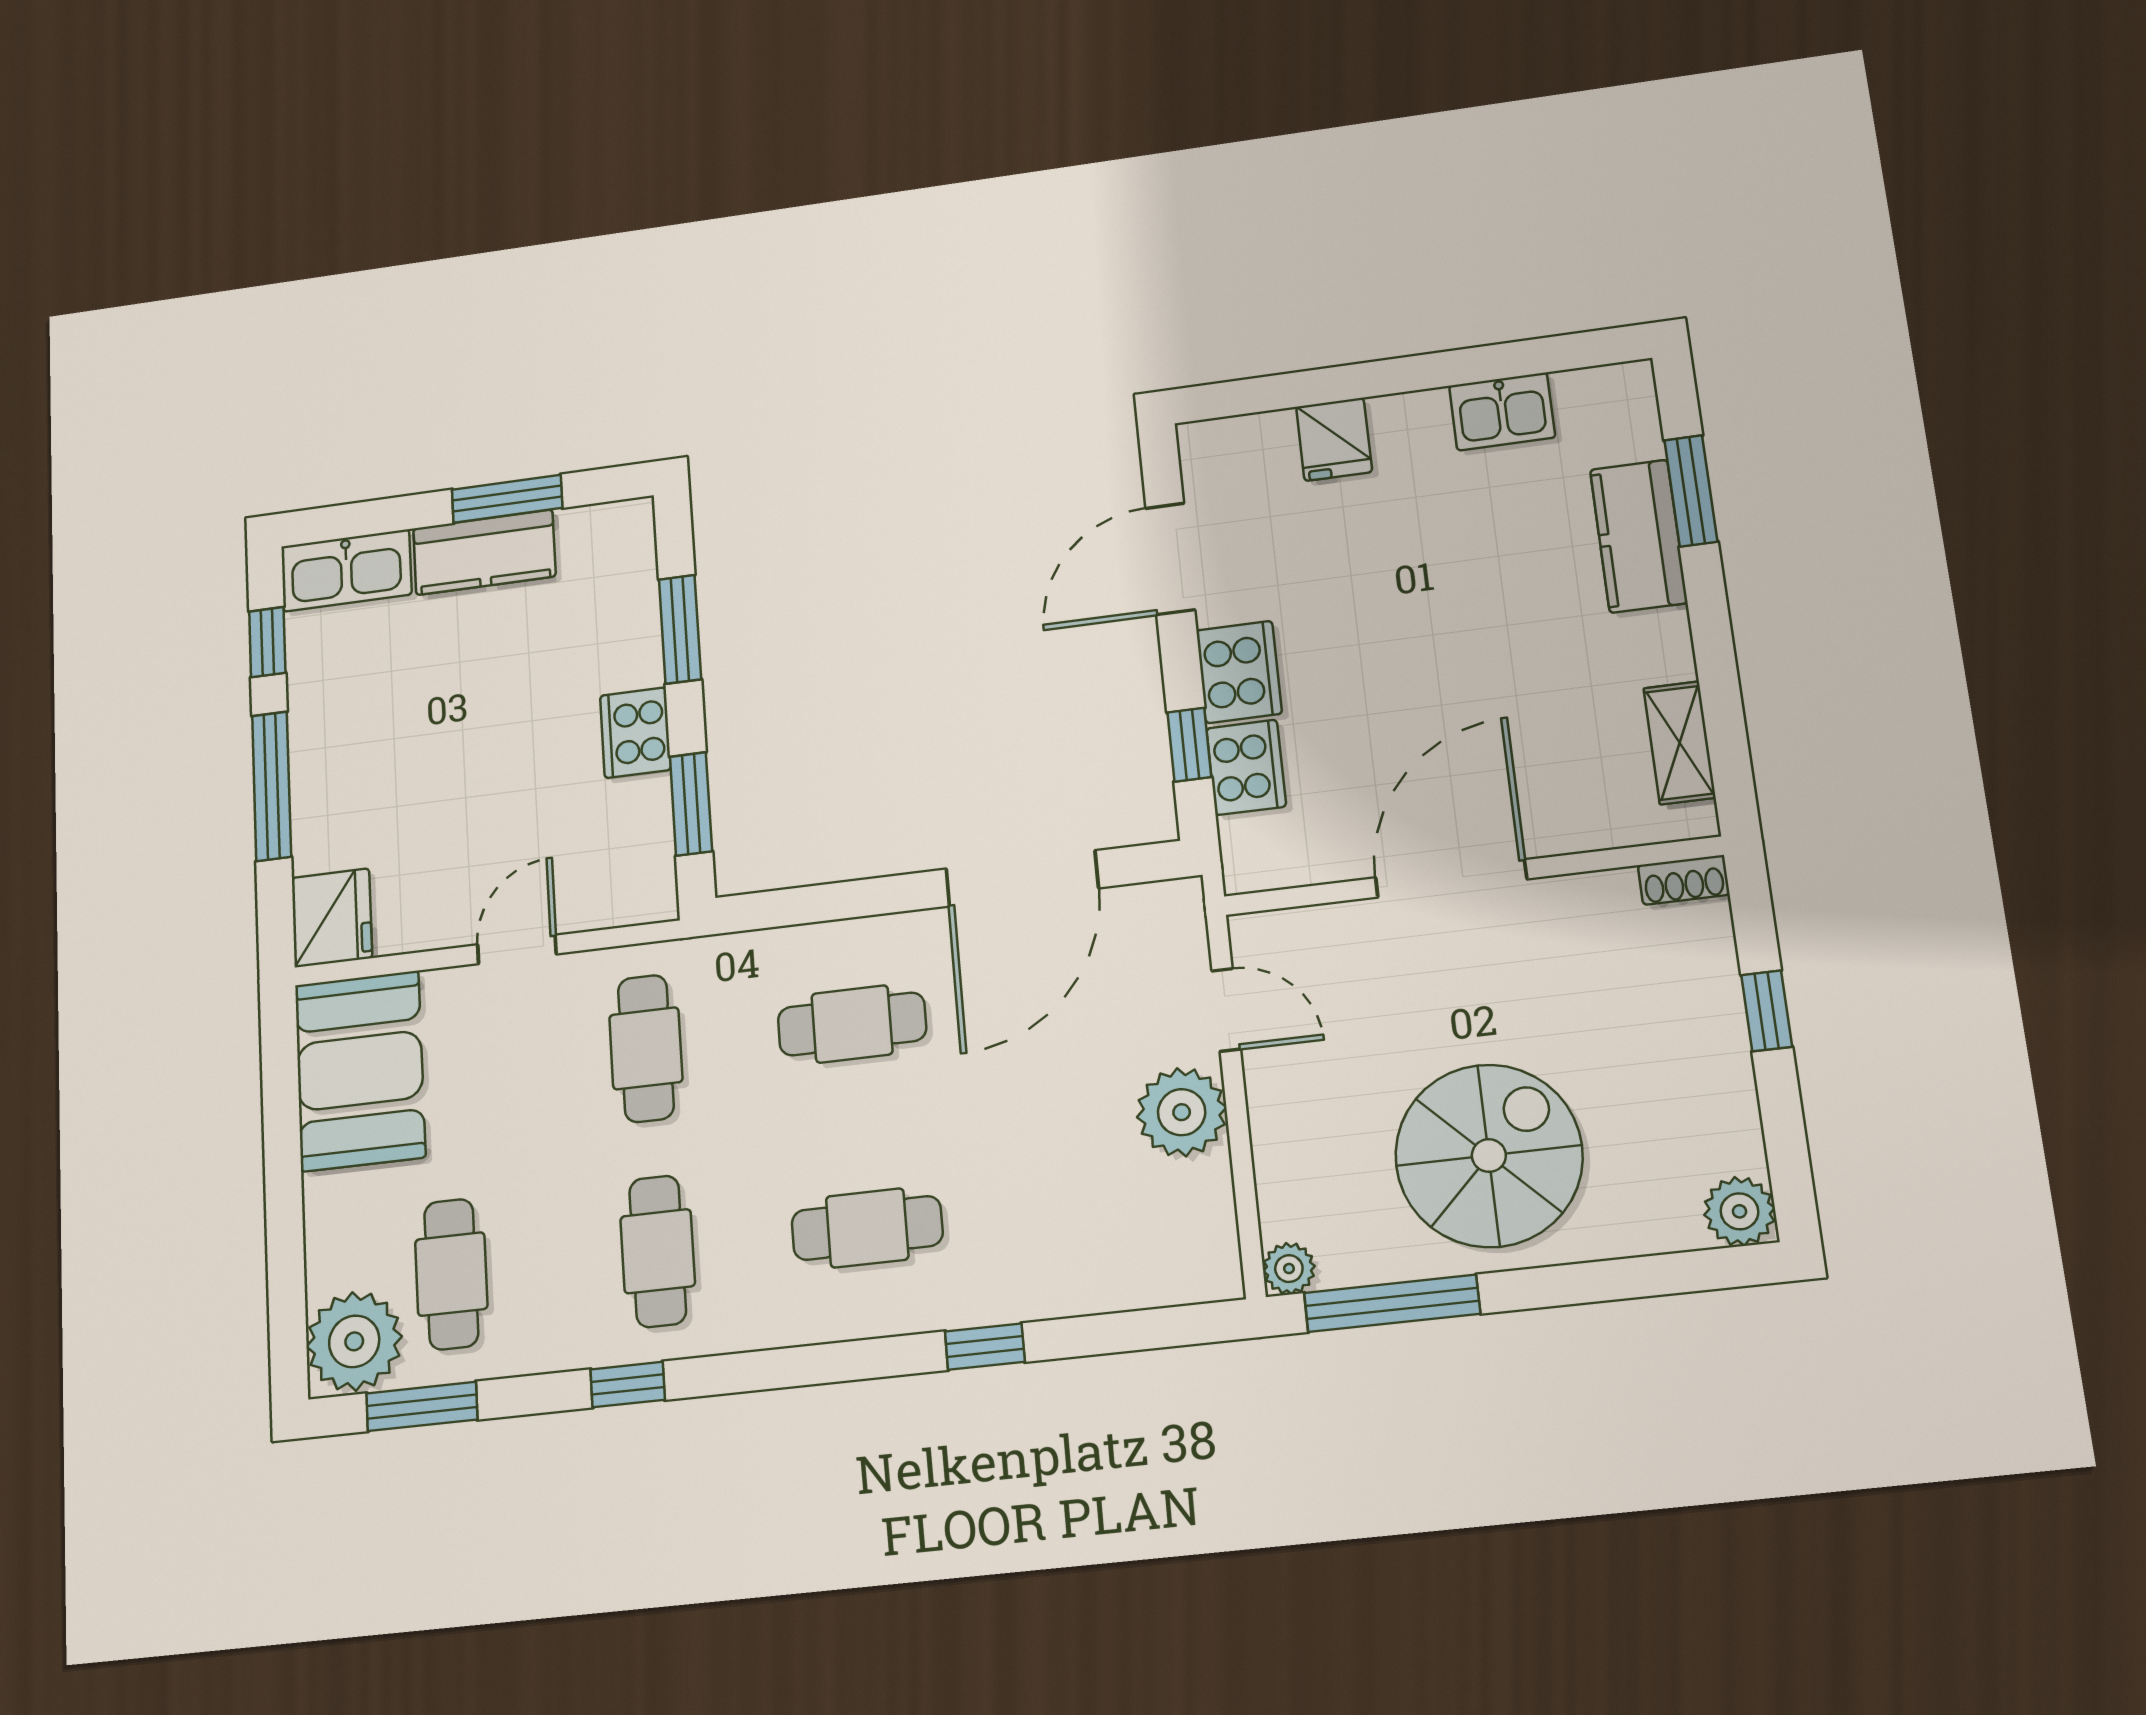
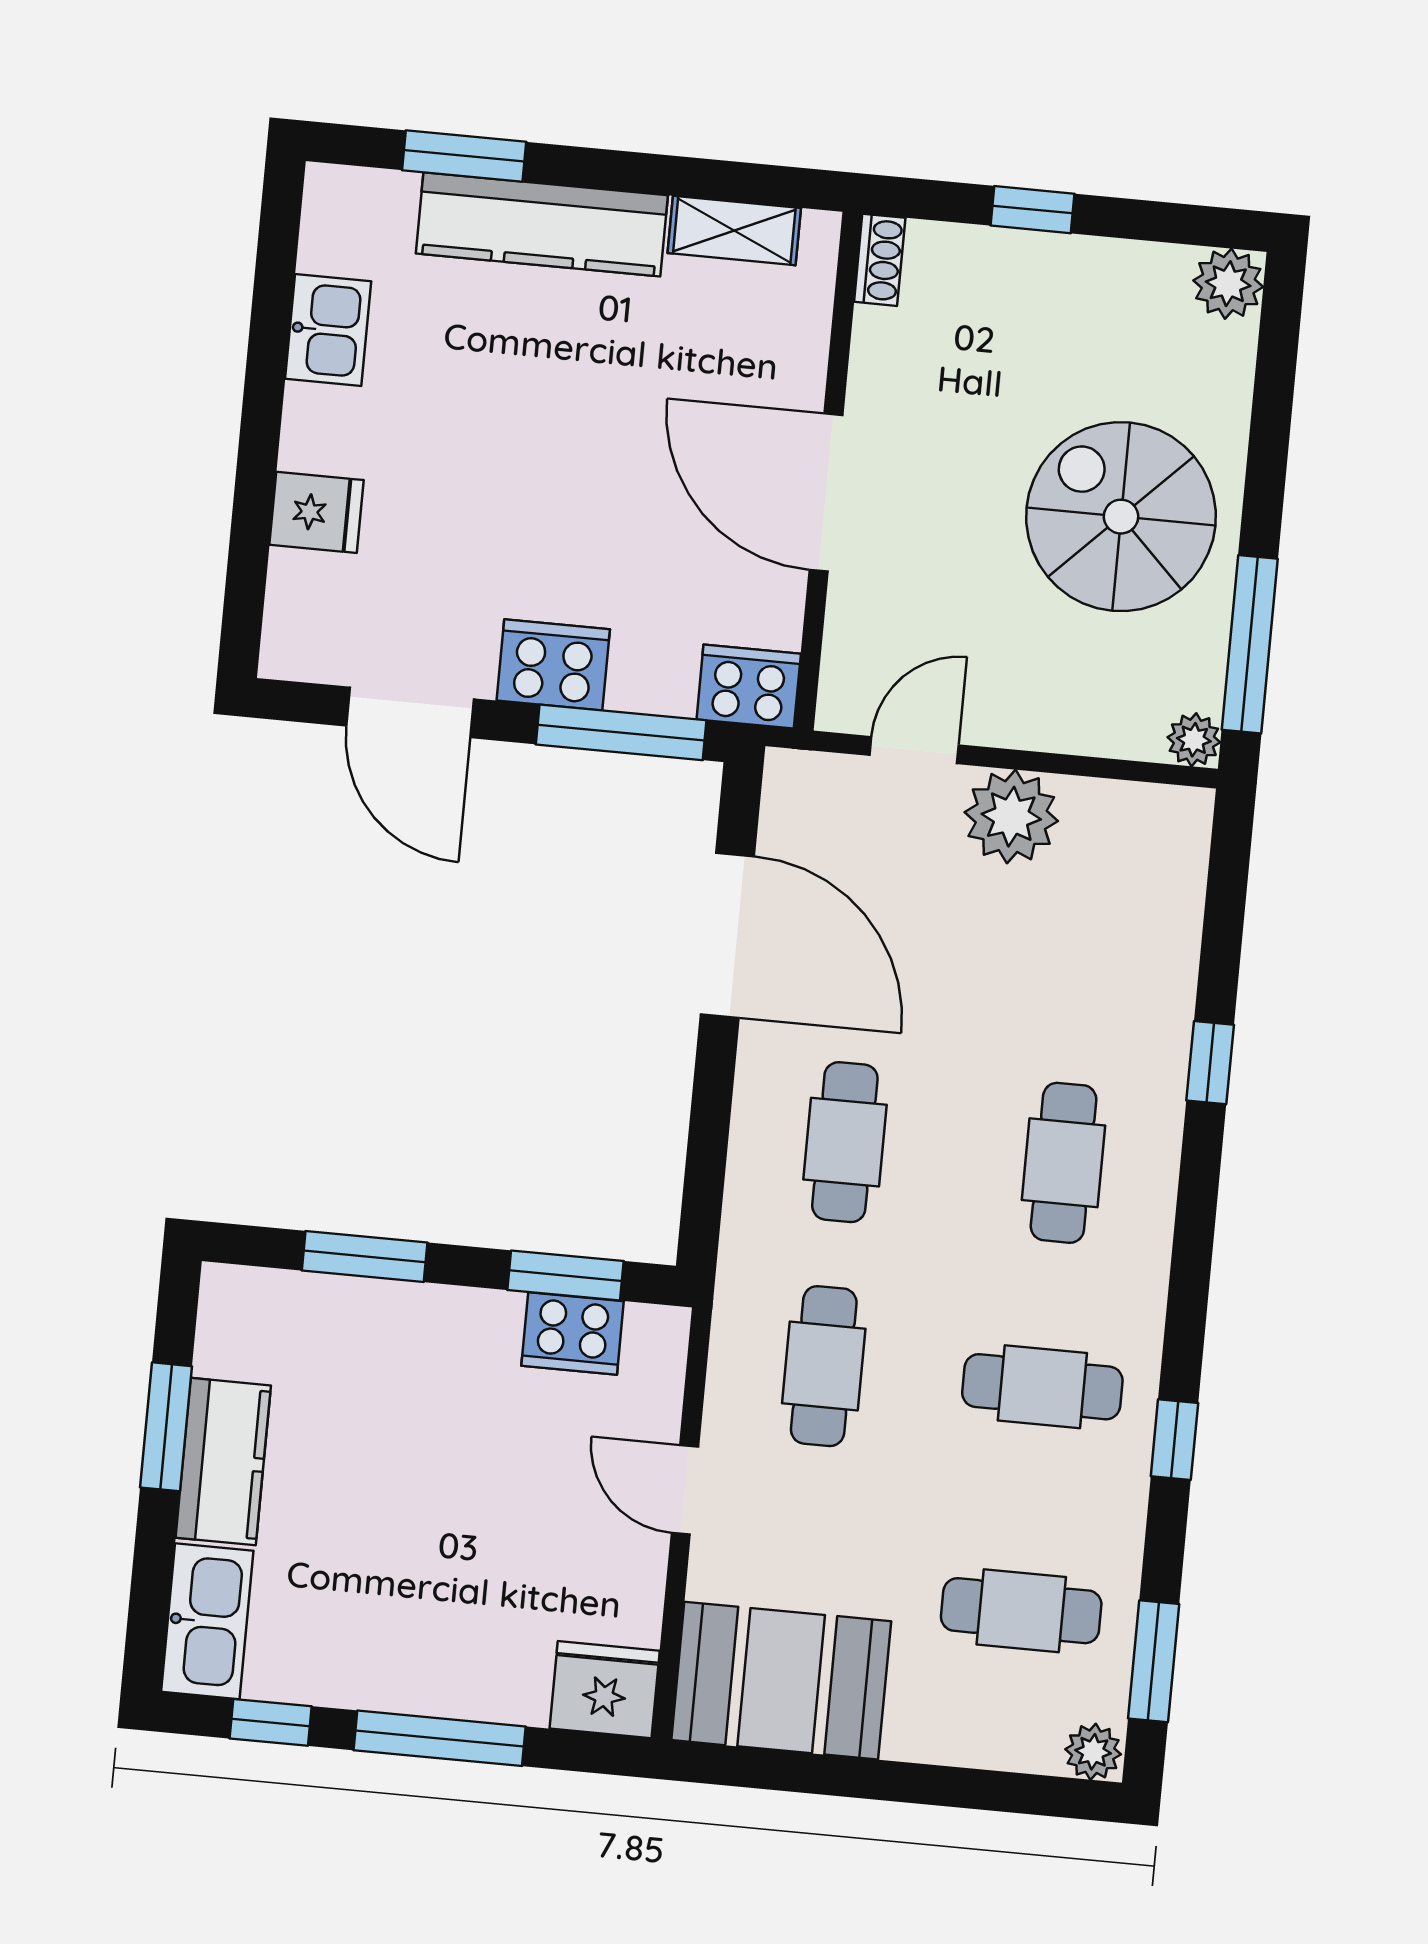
kitchen counter: (1639, 536) -> (542, 224), width x1.50
cooker: (635, 733) -> (573, 1333), moved
window: (1189, 745) -> (621, 732), width x2.17
cooker: (1246, 767) -> (749, 687), moved
cafe table: (646, 1048) -> (824, 1366), turned 90
plant: (354, 1341) -> (1093, 1752), width x0.53, depth x0.53

